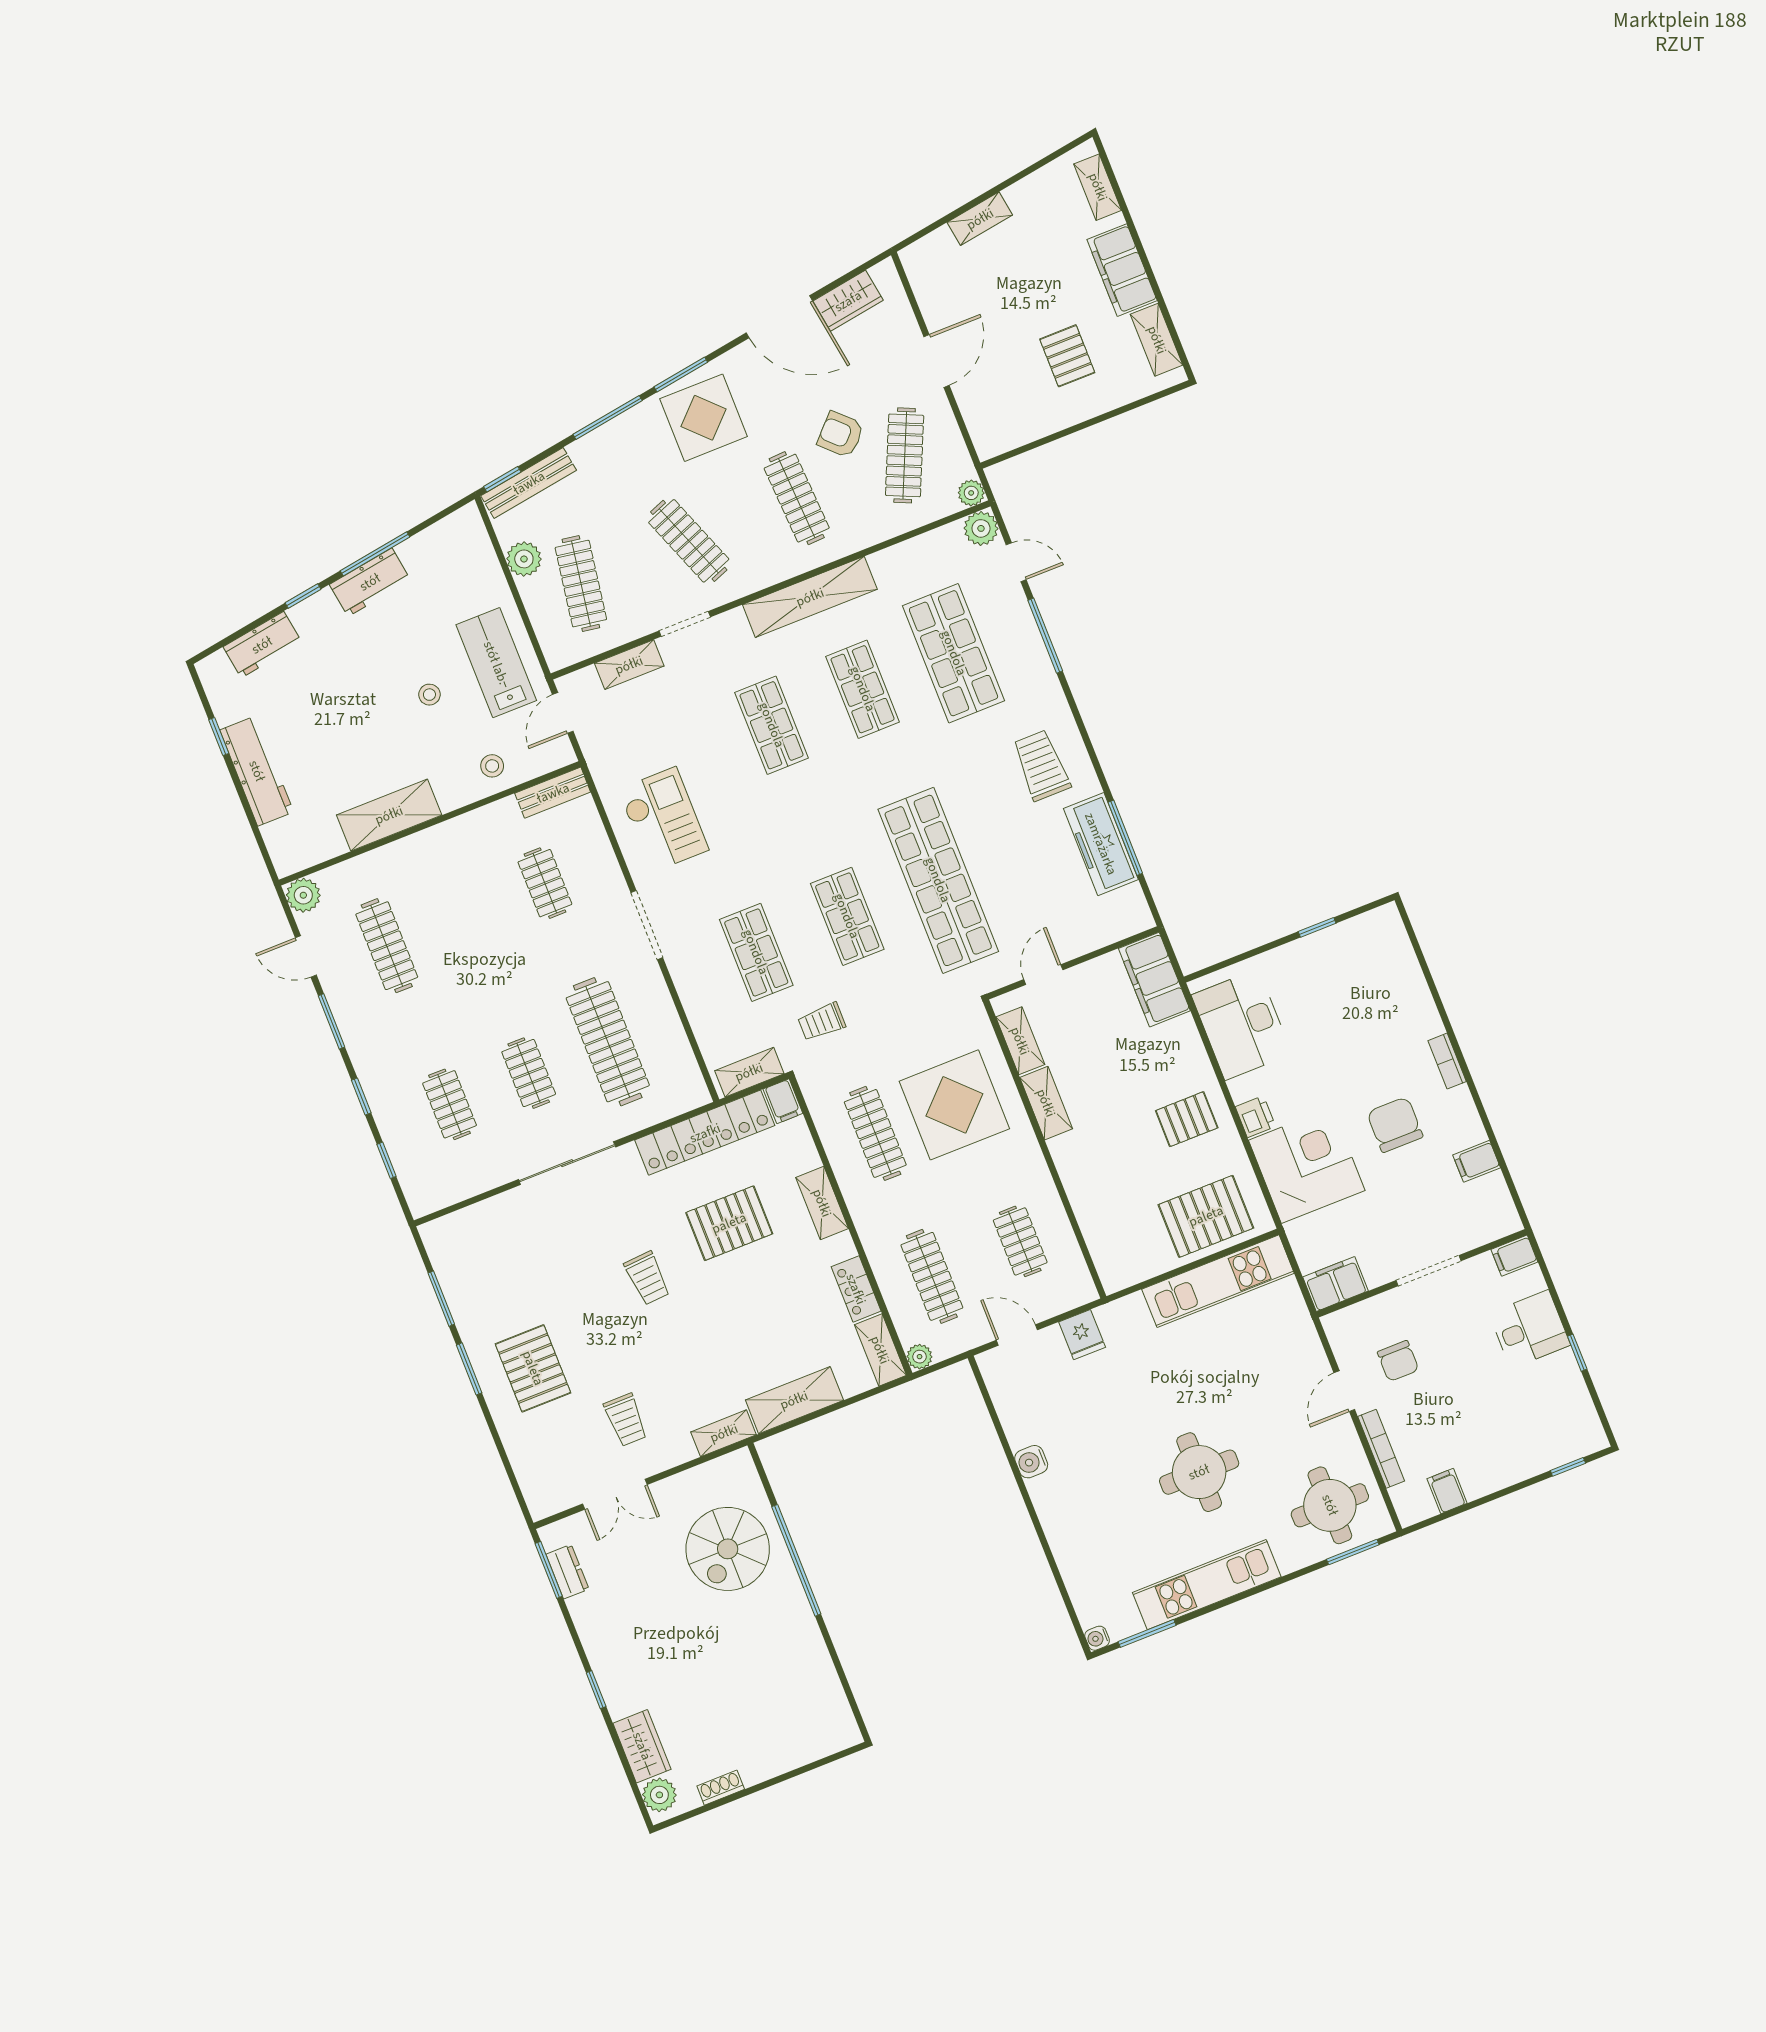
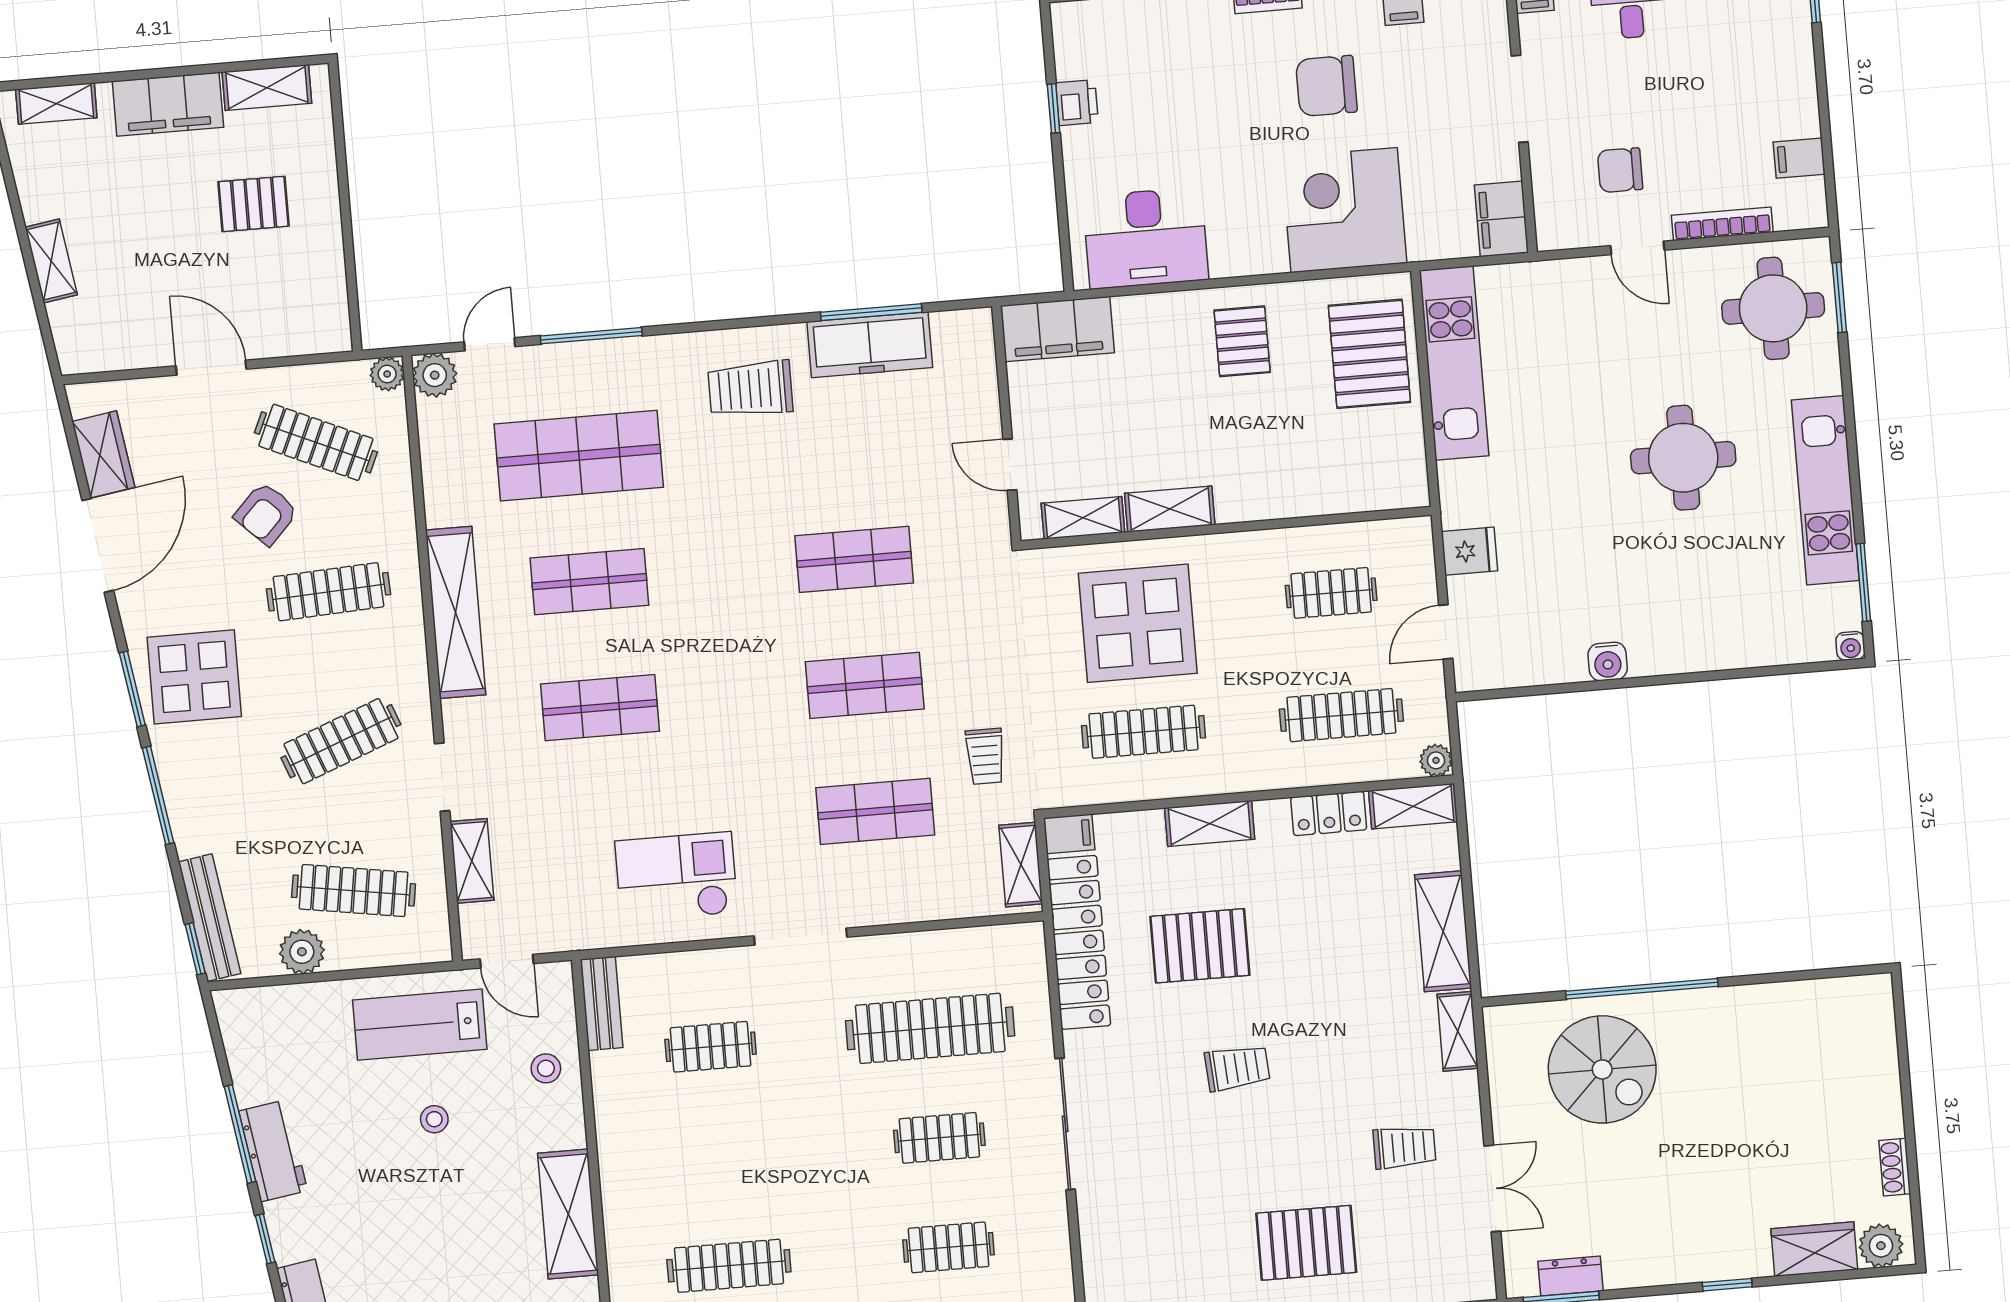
shop shelf: (938, 880) -> (854, 559), width x0.50, depth x0.74
printer: (1255, 1117) -> (1077, 103), moved, turned 90
pallet: (729, 1223) -> (1200, 946), turned 90
chair: (1398, 1361) -> (1620, 170), turned 180

